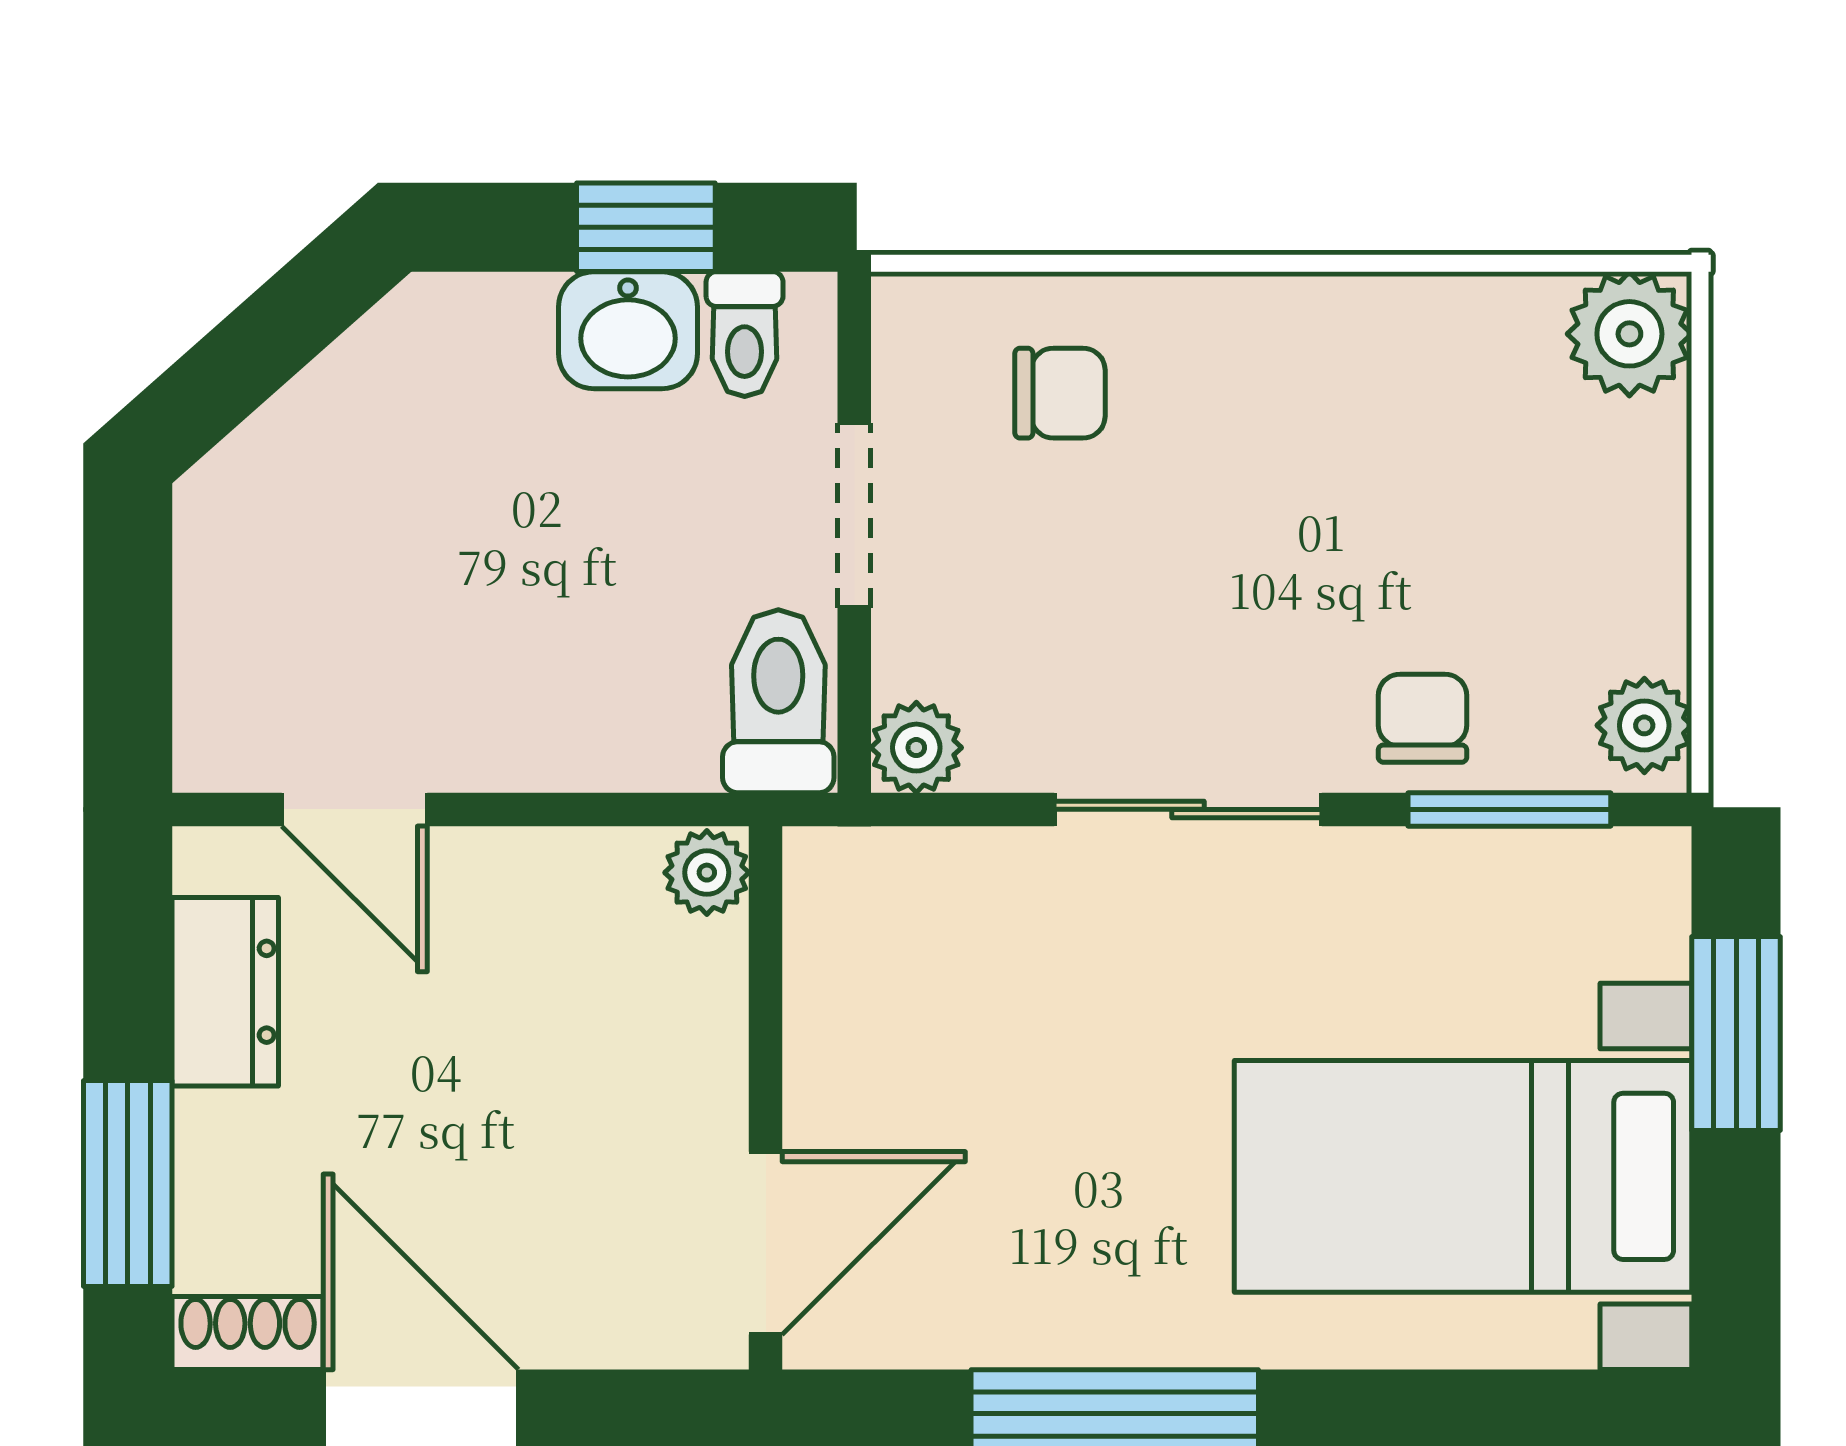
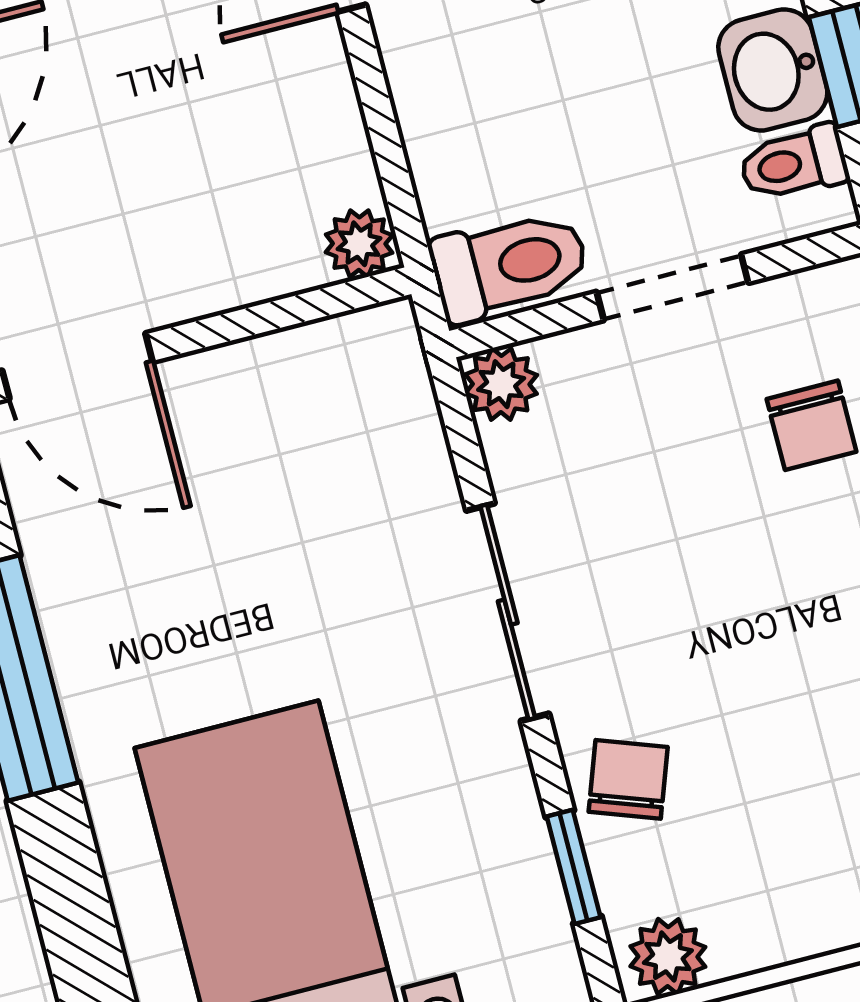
chair: (1423, 718) -> (628, 779), turned -70
window: (1509, 809) -> (574, 867), width x0.67

